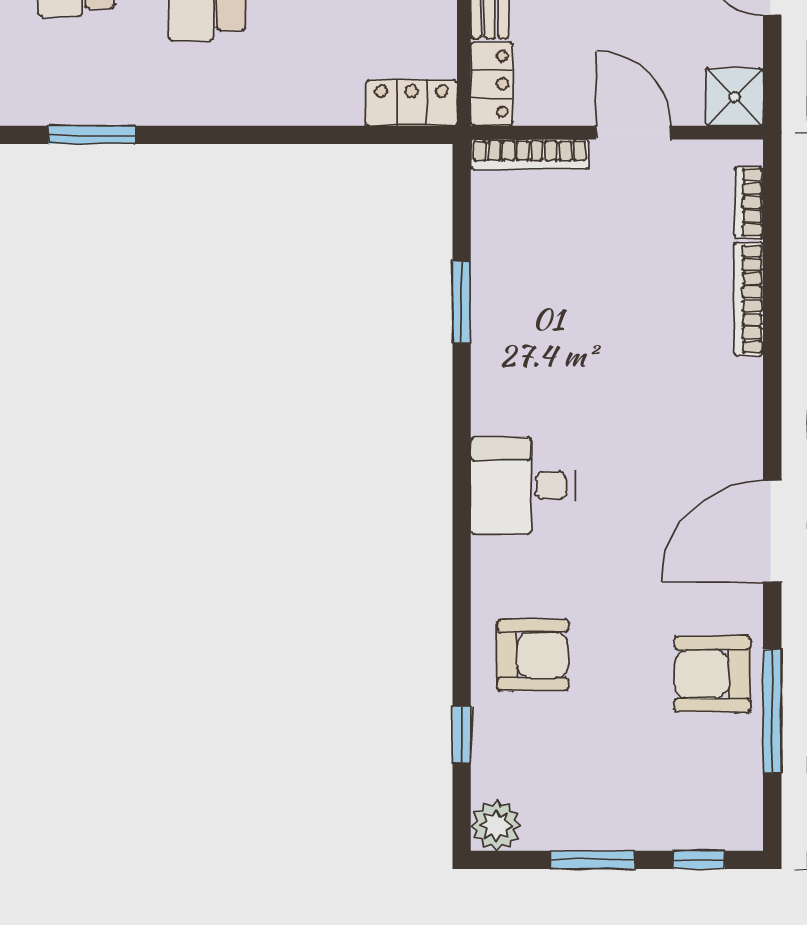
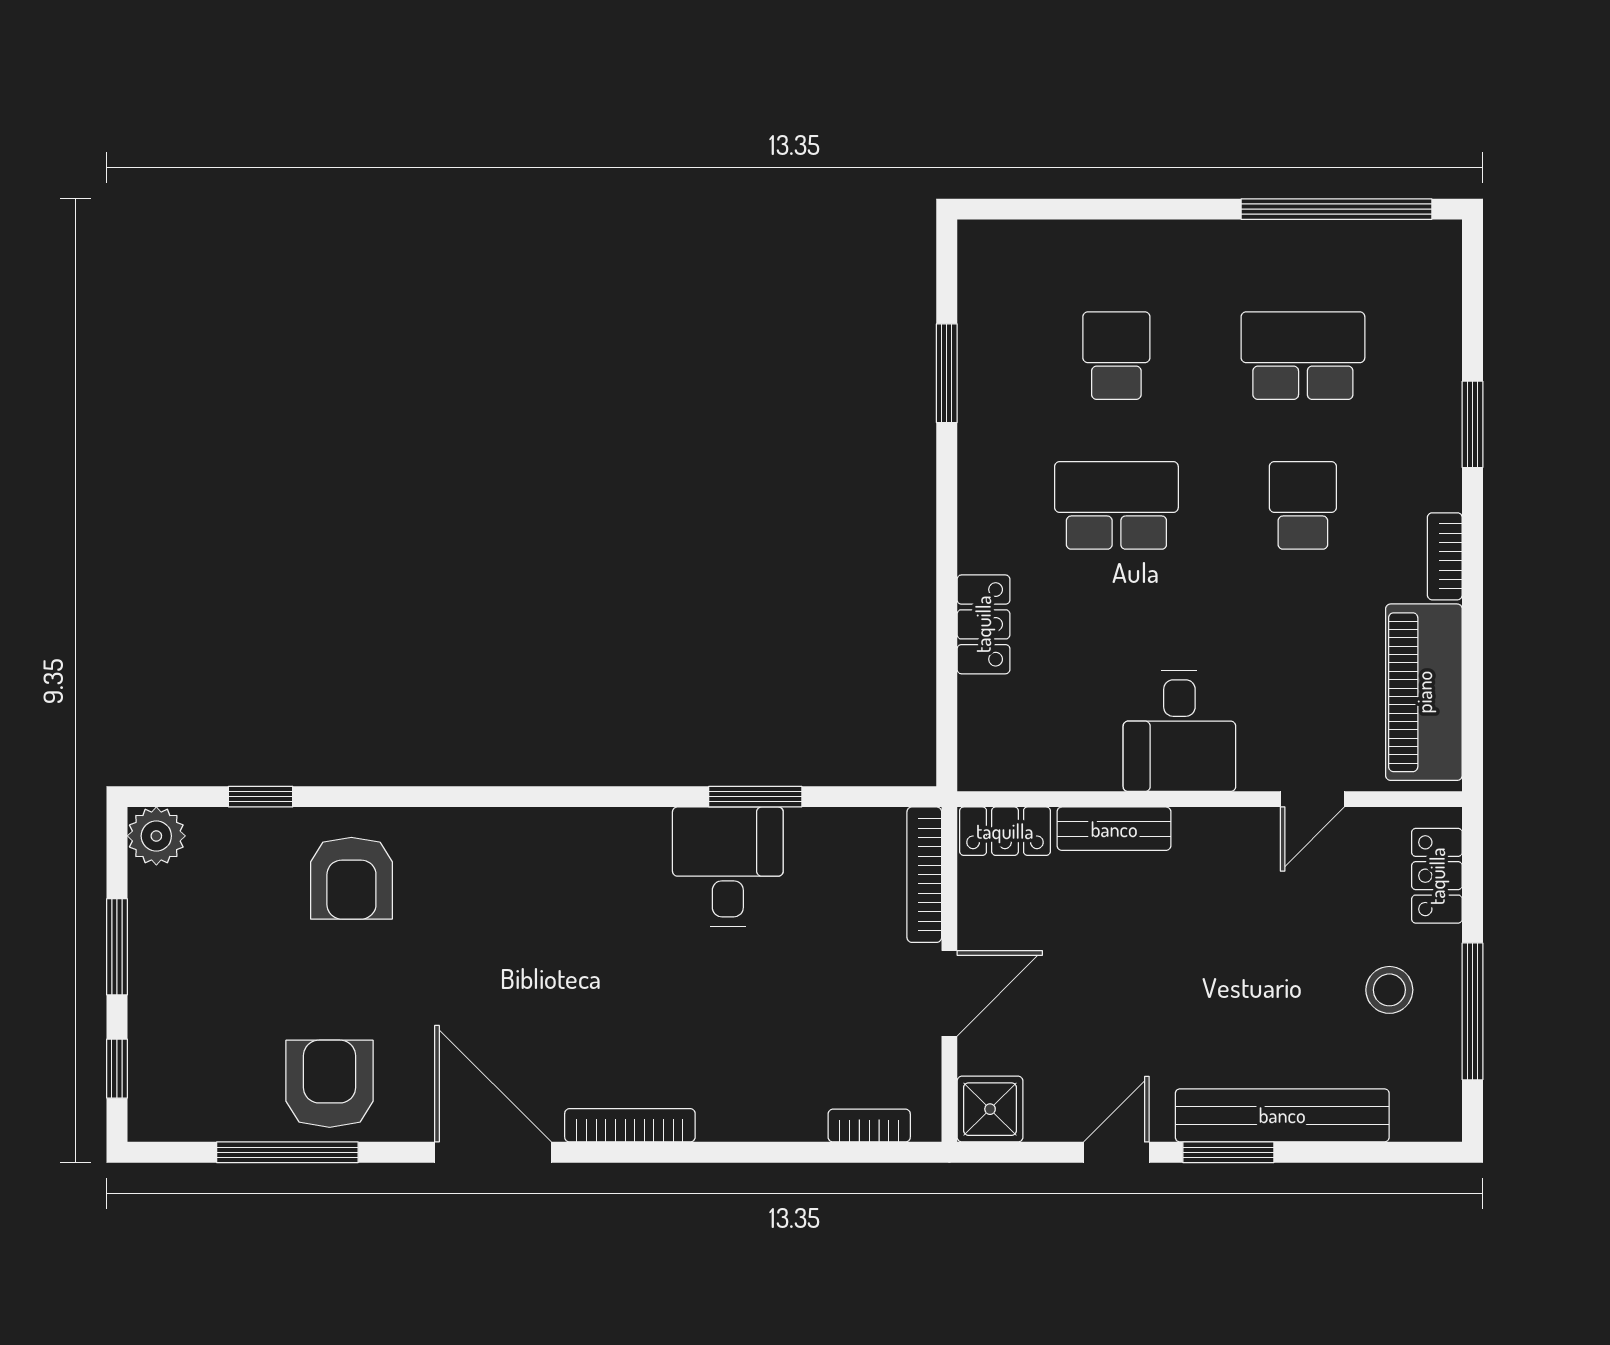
locker: (411, 103) -> (983, 624), moved
bookcase: (749, 299) -> (630, 1125), moved
desk: (523, 486) -> (728, 867), moved

